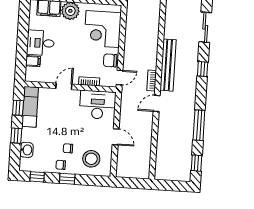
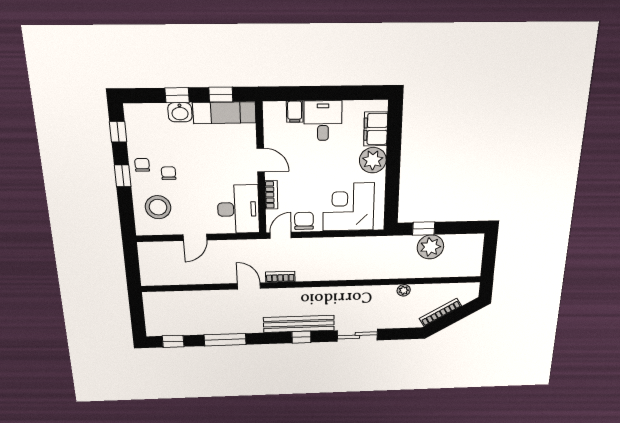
bench: (168, 65) -> (299, 324), moved
door: (120, 78) -> (281, 235), swing flipped
washbasin: (27, 150) -> (180, 112), moved

